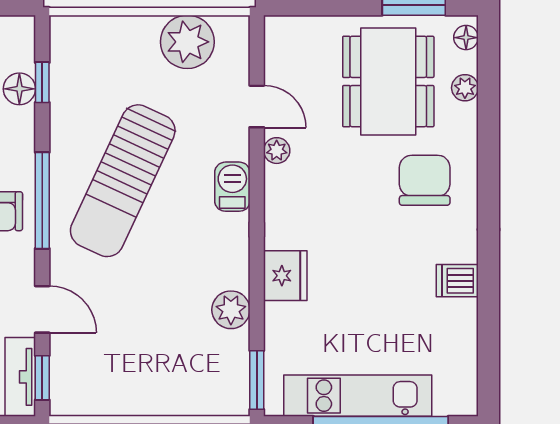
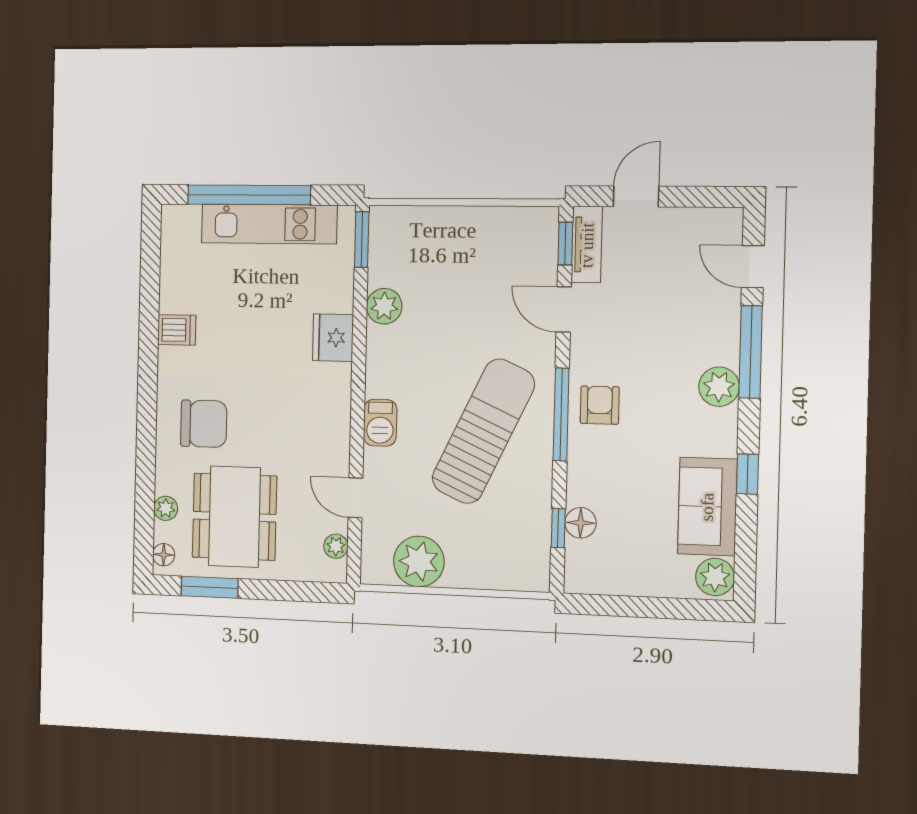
plant: (277, 151) -> (336, 546), moved
chair: (425, 180) -> (204, 424), turned -90

